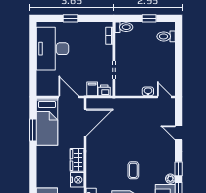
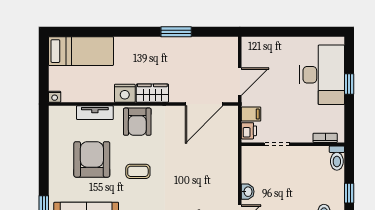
desk: (53, 49) -> (322, 75), moved, turned 90
bed: (47, 122) -> (205, 51), removed
door: (85, 123) -> (204, 104), hinge flipped
window: (33, 130) -> (176, 32), moved
armchair: (98, 171) -> (137, 122), added

